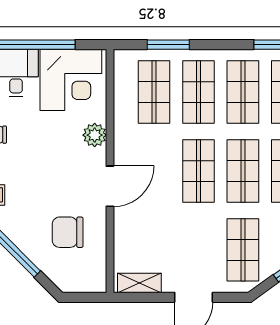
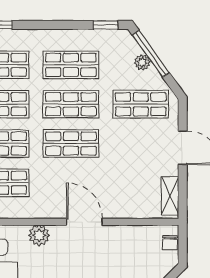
chair: (68, 232) -> (170, 243), moved, width x0.54, depth x0.54

